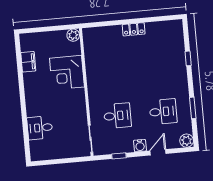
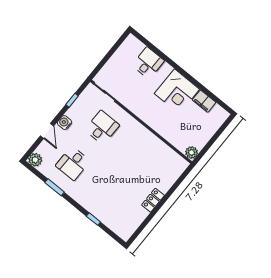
corner desk: (67, 73) -> (177, 91), moved, turned 180
desk: (117, 116) -> (102, 127), turned 180

